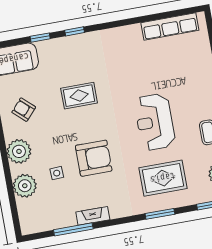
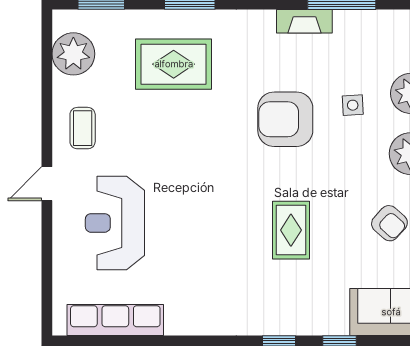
rug: (79, 96) -> (291, 230), turned 90
reception desk: (155, 122) -> (115, 223), moved, turned 180

